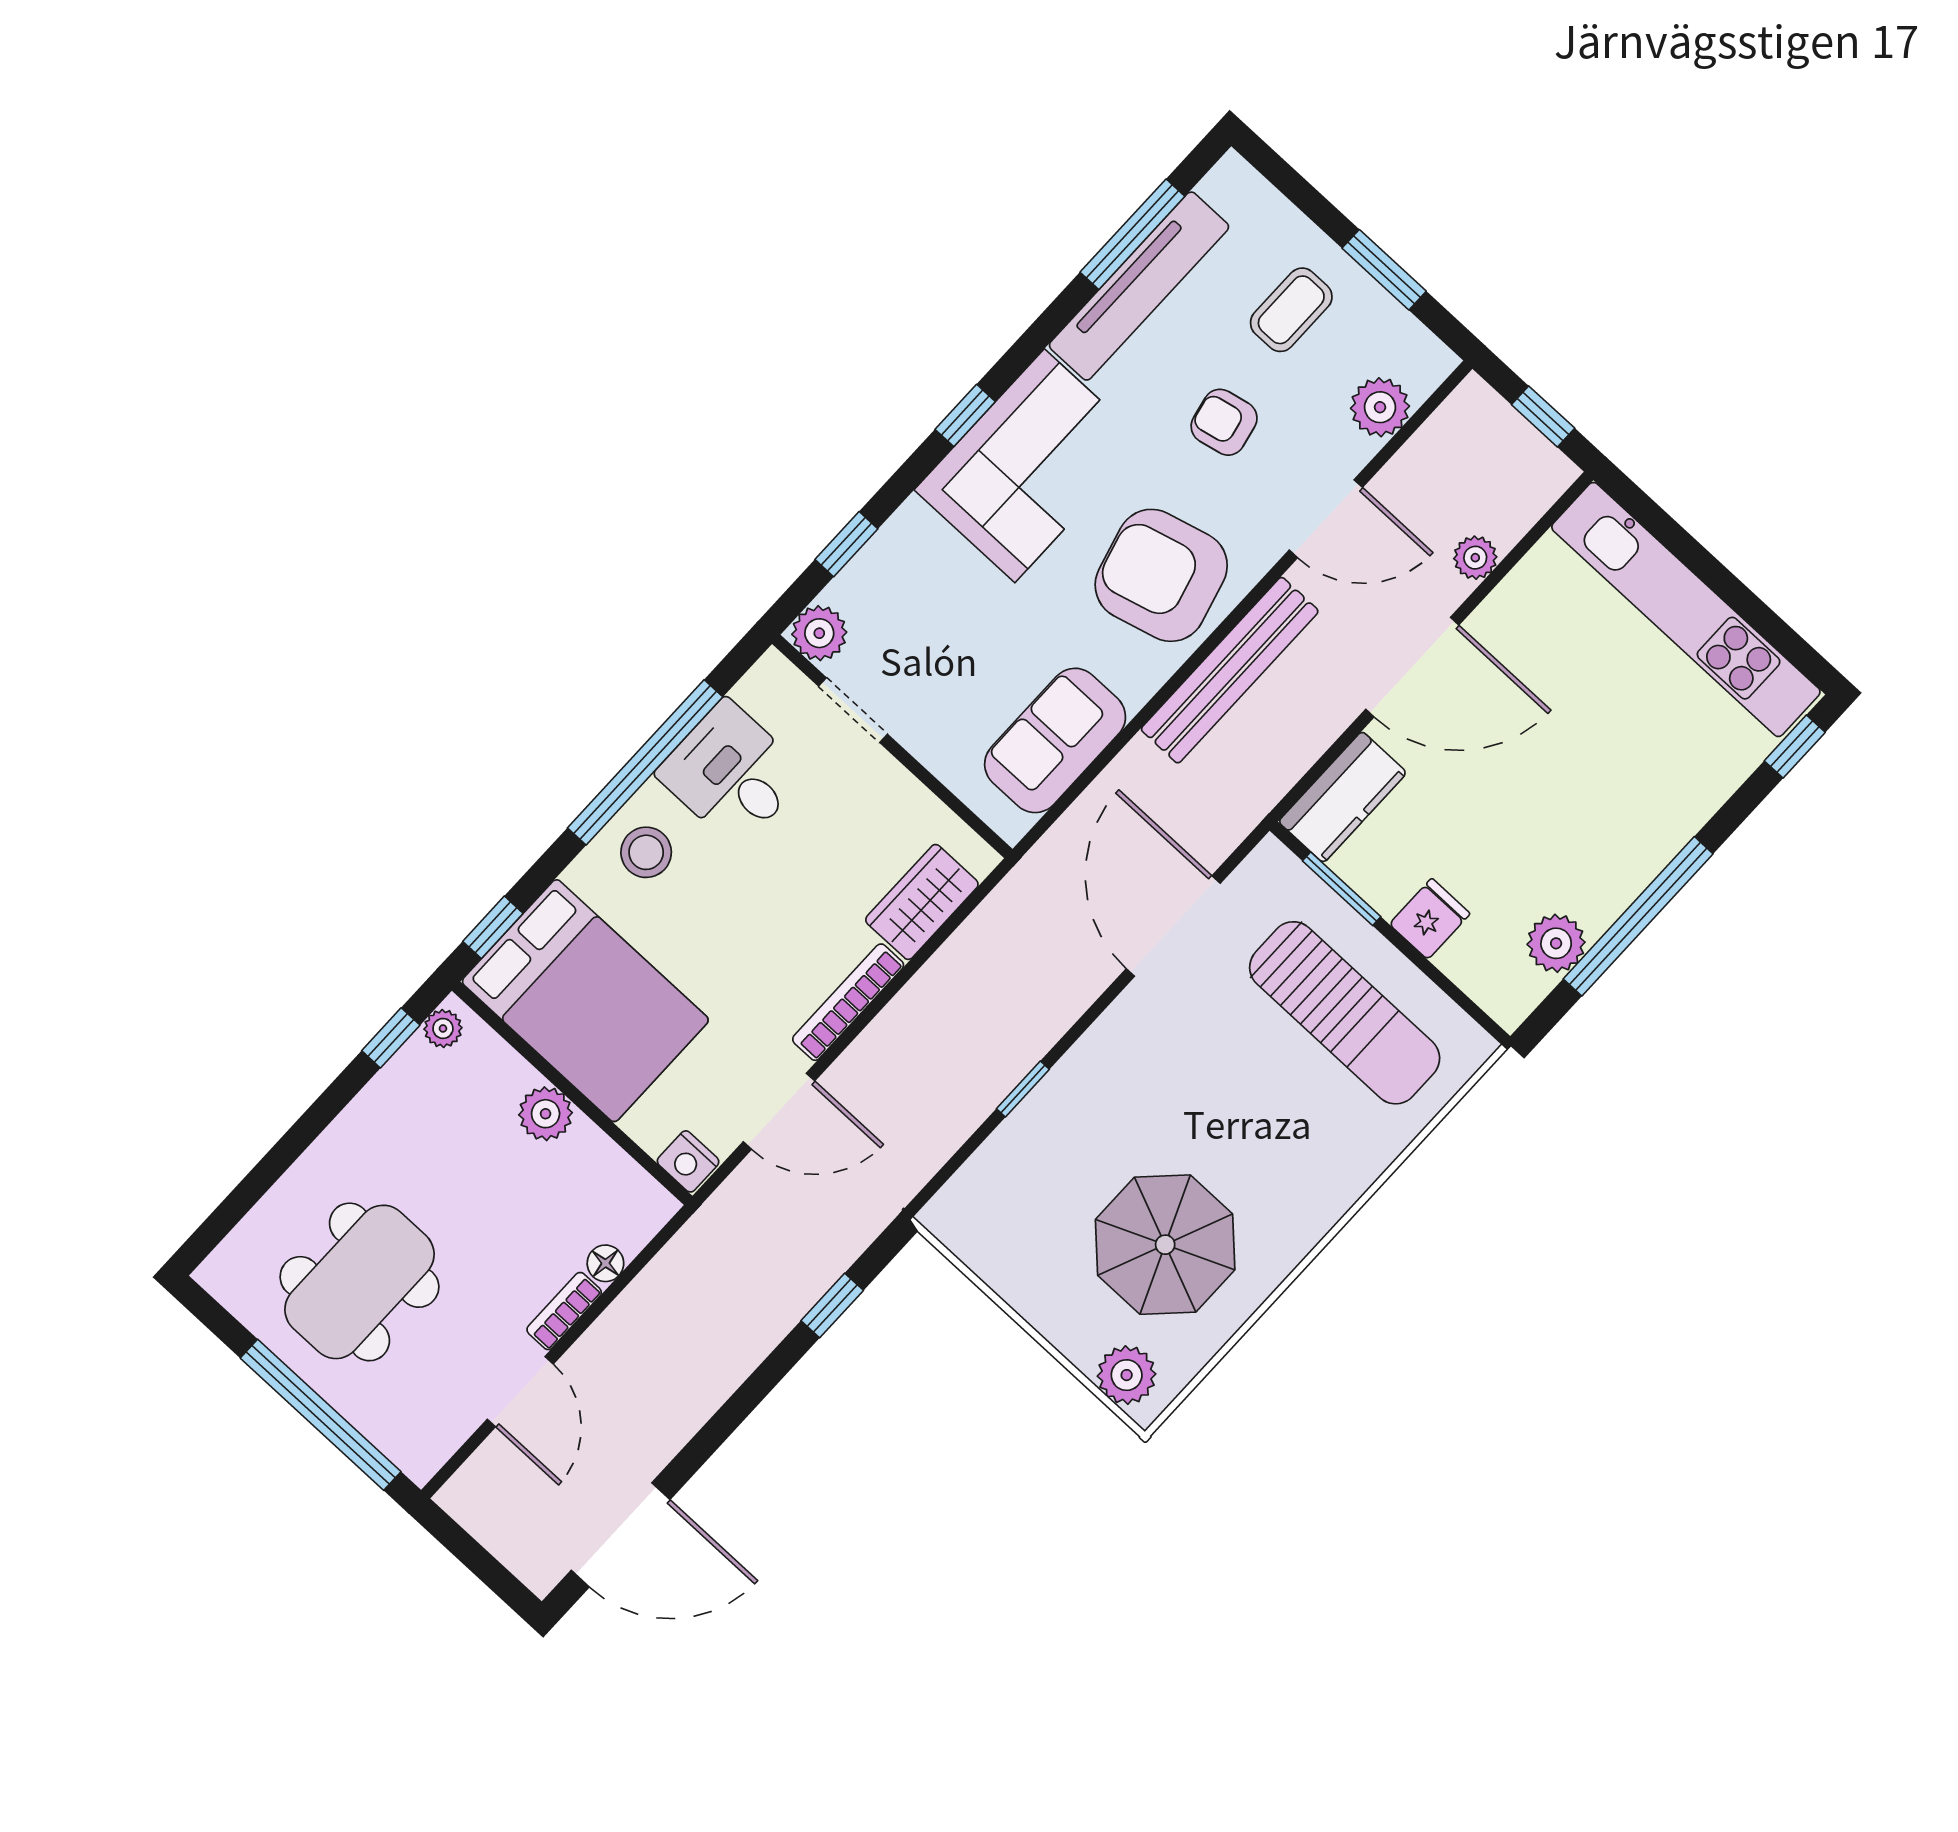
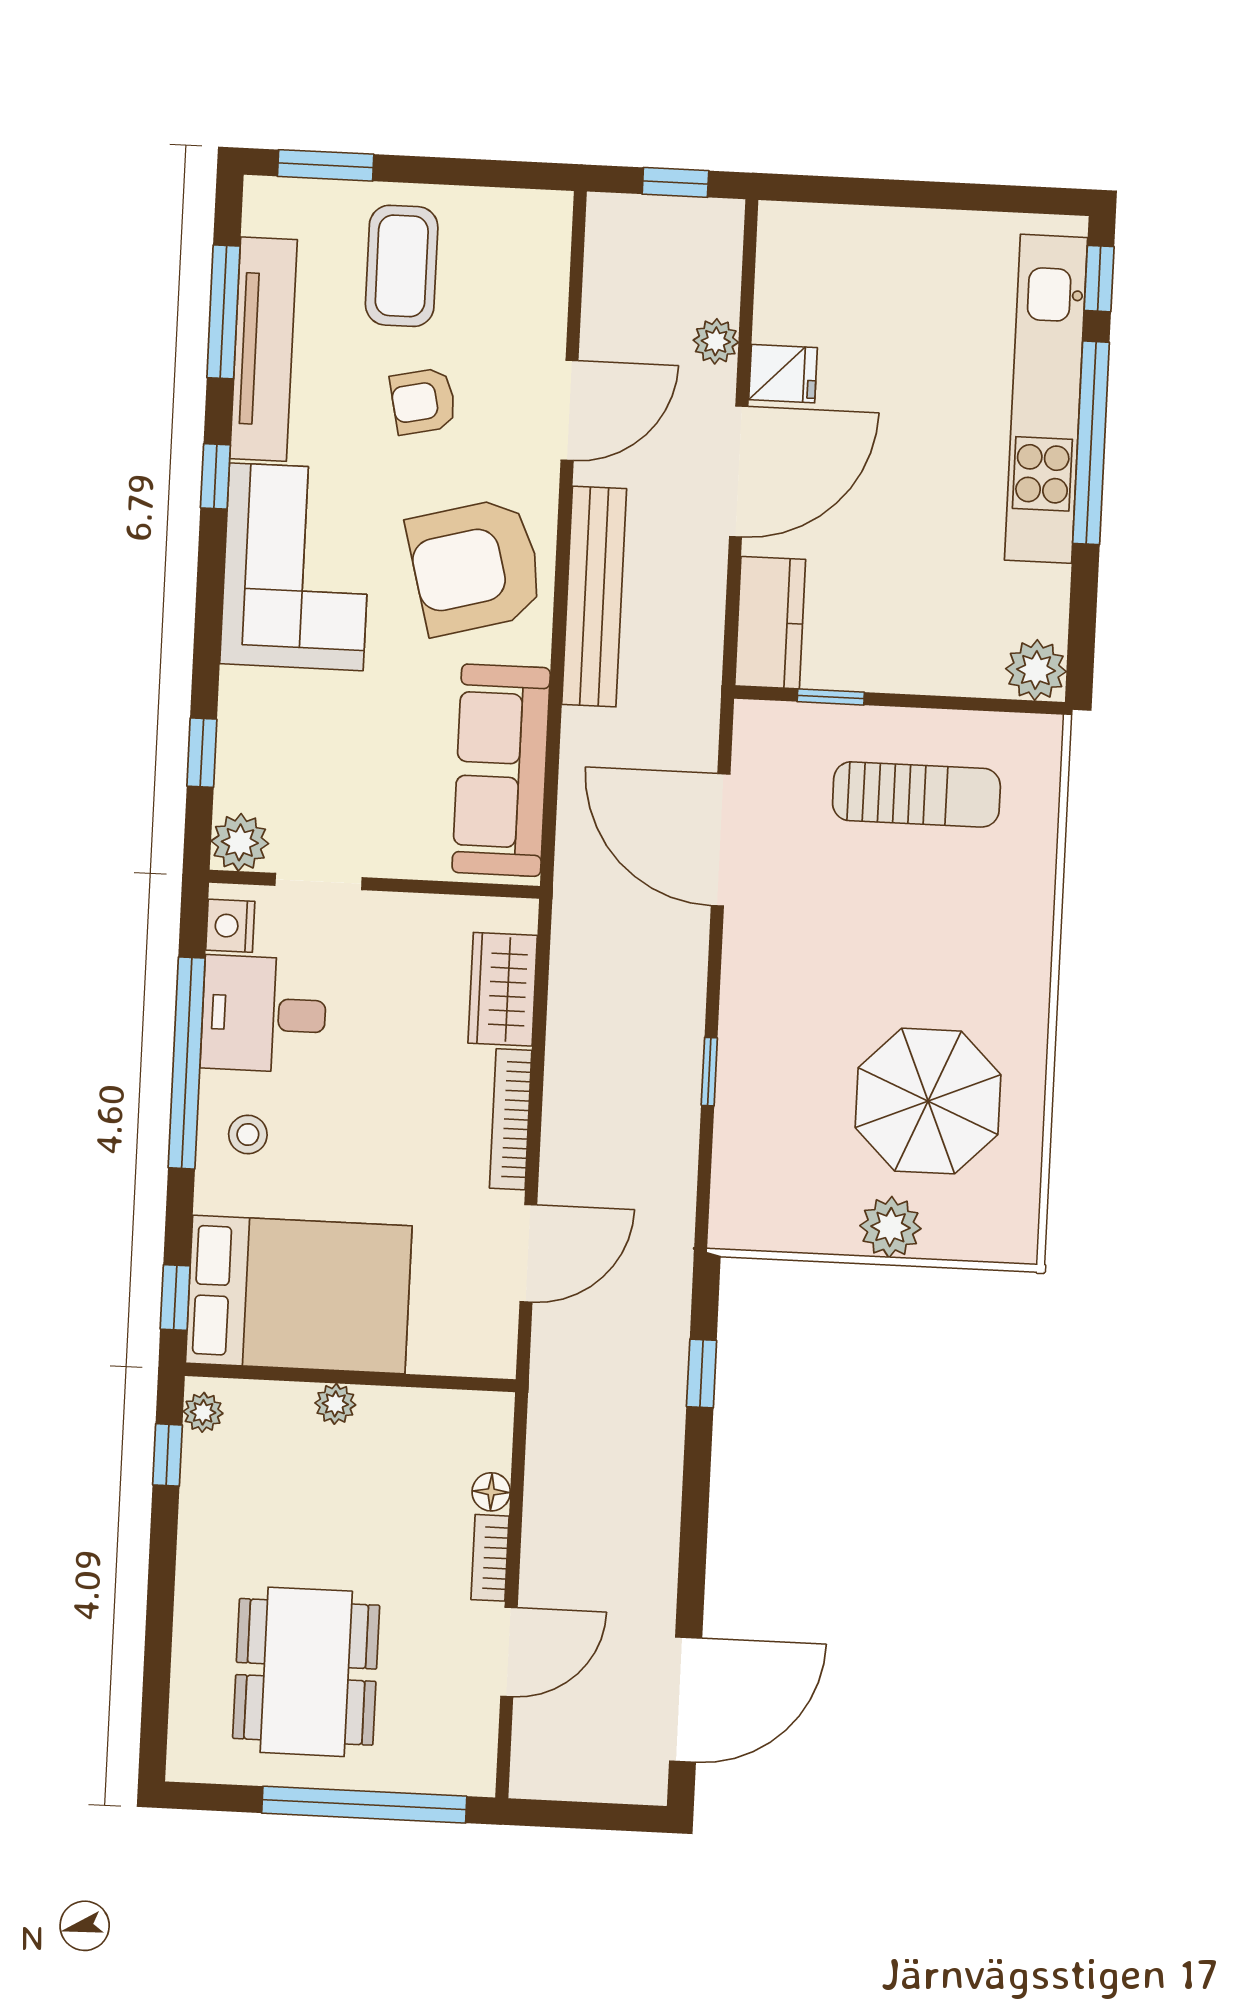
window: (1384, 270) -> (326, 165), moved
coffee table: (1291, 310) -> (402, 266), width x1.36, depth x1.30
plant: (1380, 407) -> (538, 284), removed
window: (965, 415) -> (215, 476), moved
kitchen unit: (1686, 610) -> (1046, 399), moved, turned 90
sofa: (1055, 740) -> (501, 770), width x1.36
stool: (646, 852) -> (248, 1134), width x0.73, depth x0.73
window: (1342, 889) -> (831, 697), width x0.67
window: (1638, 916) -> (1091, 443), moved
fridge: (1430, 919) -> (783, 374), moved, turned 90
plant: (1556, 943) -> (1036, 670), moved
sun lounger: (1345, 1013) -> (916, 794), width x0.73, depth x0.75
plant: (546, 1114) -> (335, 1404), width x0.73, depth x0.73
nightstand: (688, 1161) -> (230, 926), moved, turned 90
plant: (1127, 1375) -> (890, 1227), moved
door: (520, 1392) -> (509, 1652), hinge flipped

